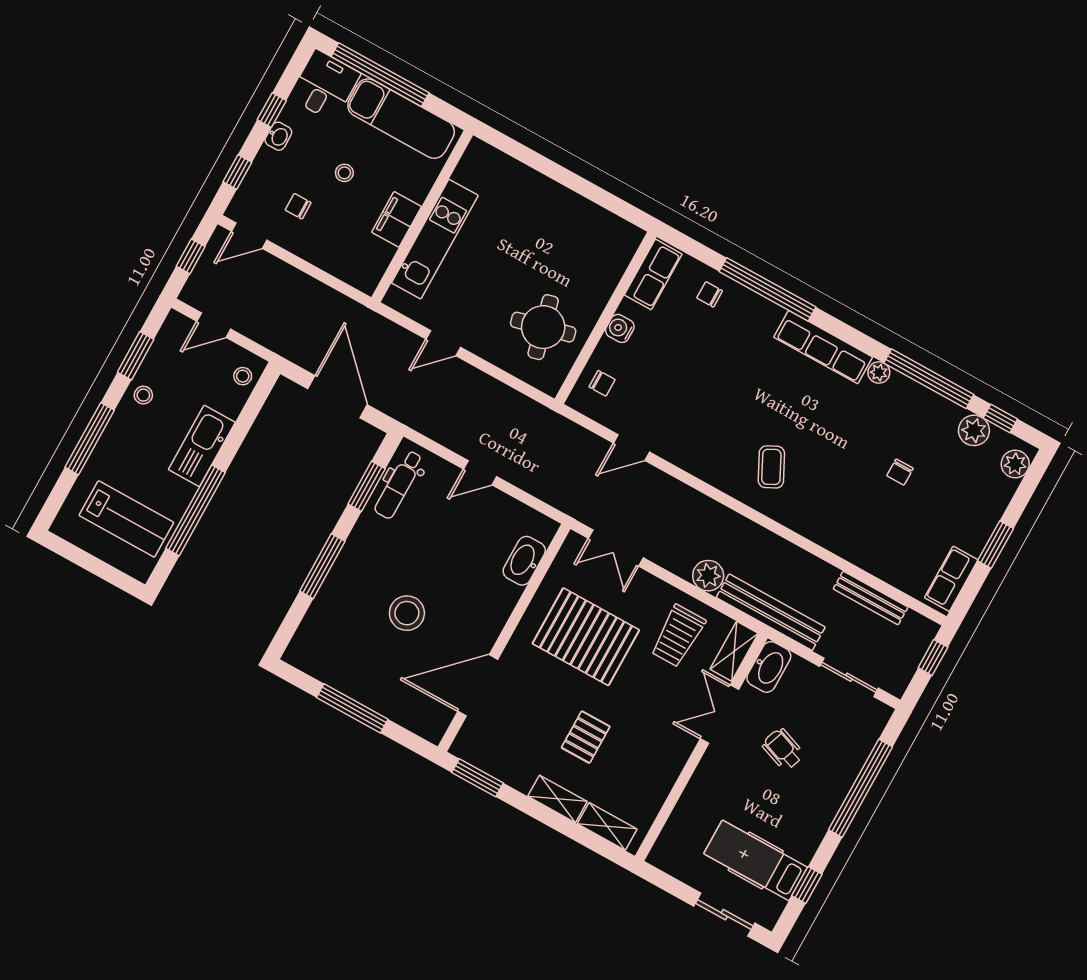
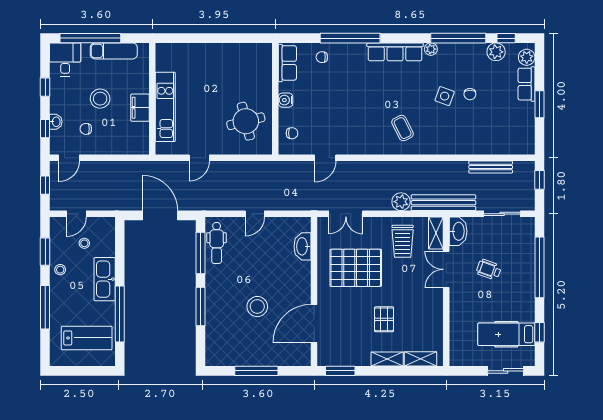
exam couch: (401, 119) -> (114, 51), width x0.73, depth x0.69
washbasin: (278, 136) -> (56, 122), moved
stool: (344, 173) -> (100, 99), width x1.89, depth x1.89
stool: (243, 376) -> (84, 243), moved
side table: (861, 454) -> (445, 96), added
window: (367, 486) -> (201, 253), width x1.44
row of seats: (951, 579) -> (527, 84), moved

